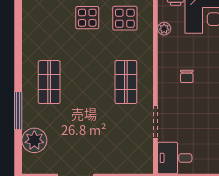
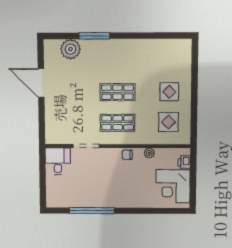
plant: (164, 29) -> (149, 153), moved
chair: (187, 76) -> (127, 155), moved
shop shelf: (49, 82) -> (118, 92), moved

